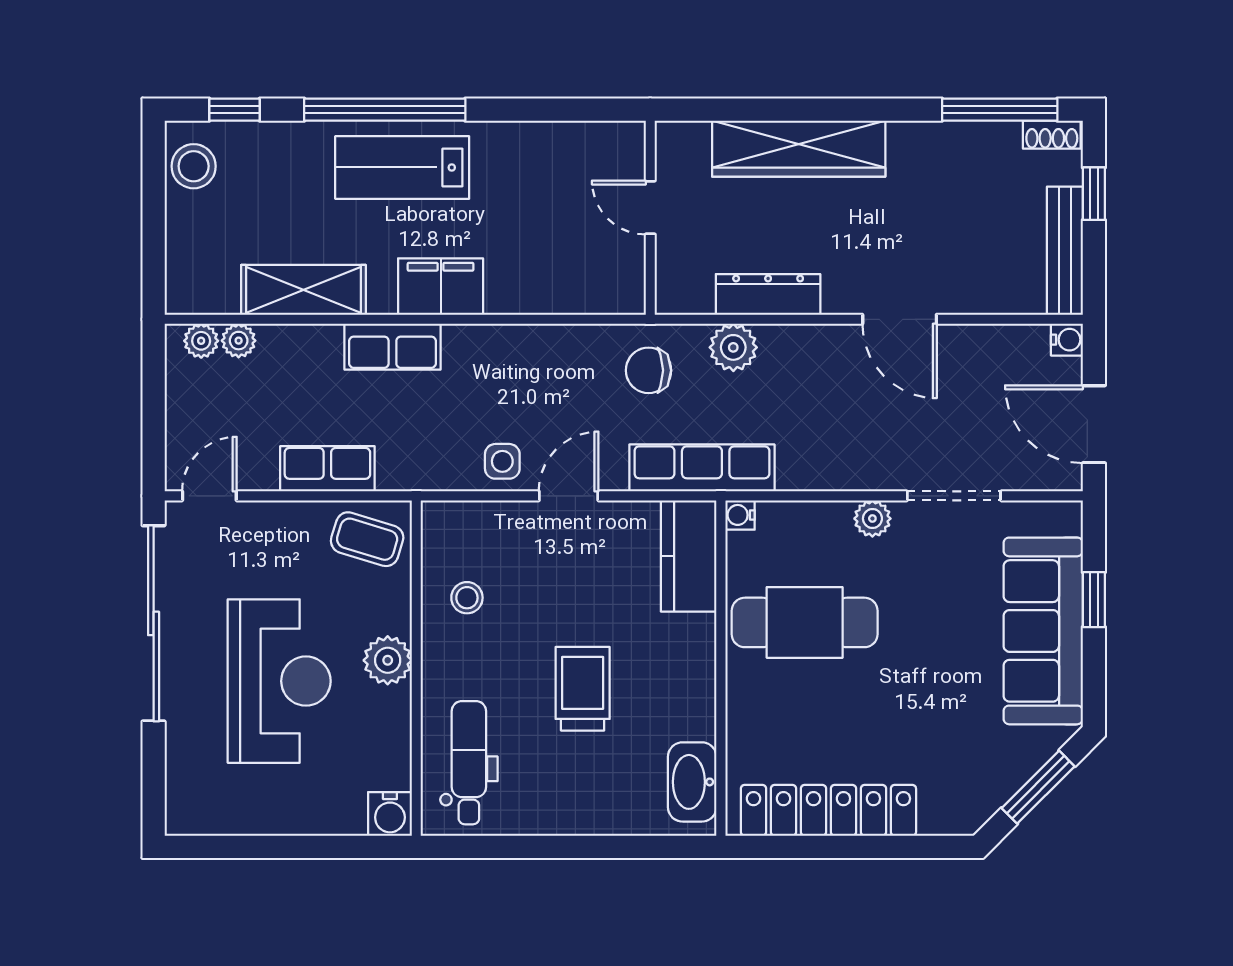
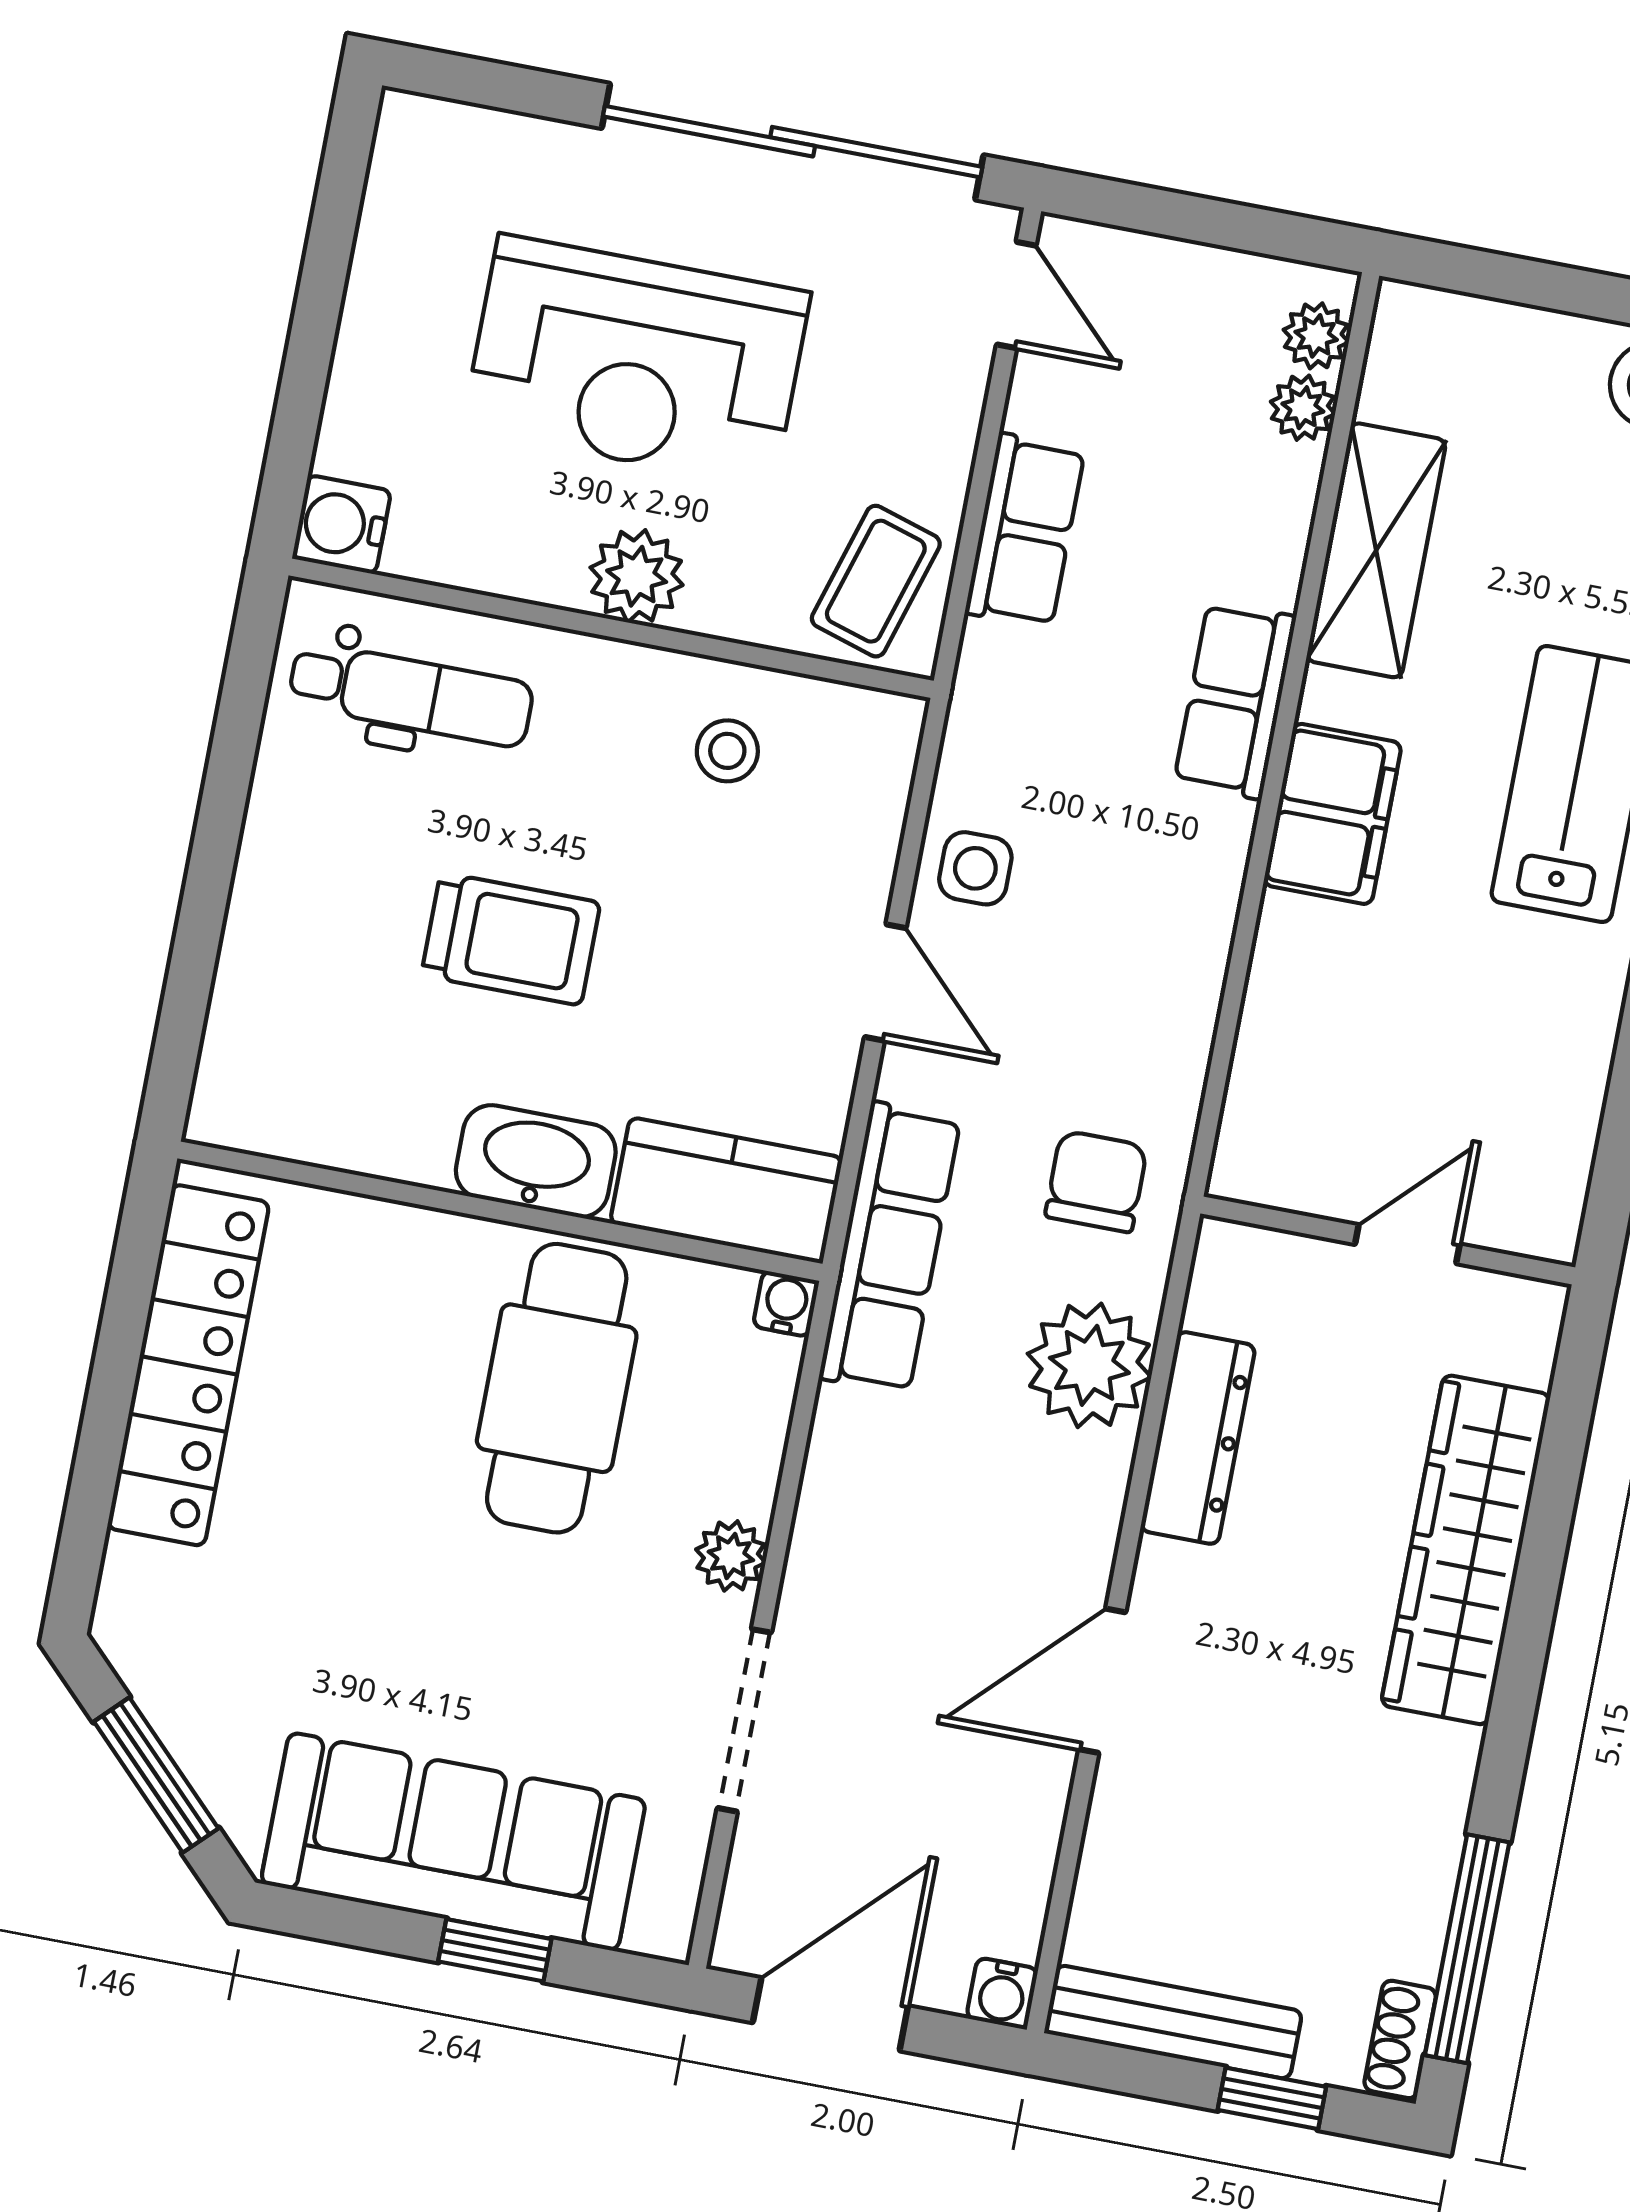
plant: (733, 347) -> (1089, 1365), width x1.36, depth x1.36
washbasin: (692, 782) -> (536, 1161), moved

